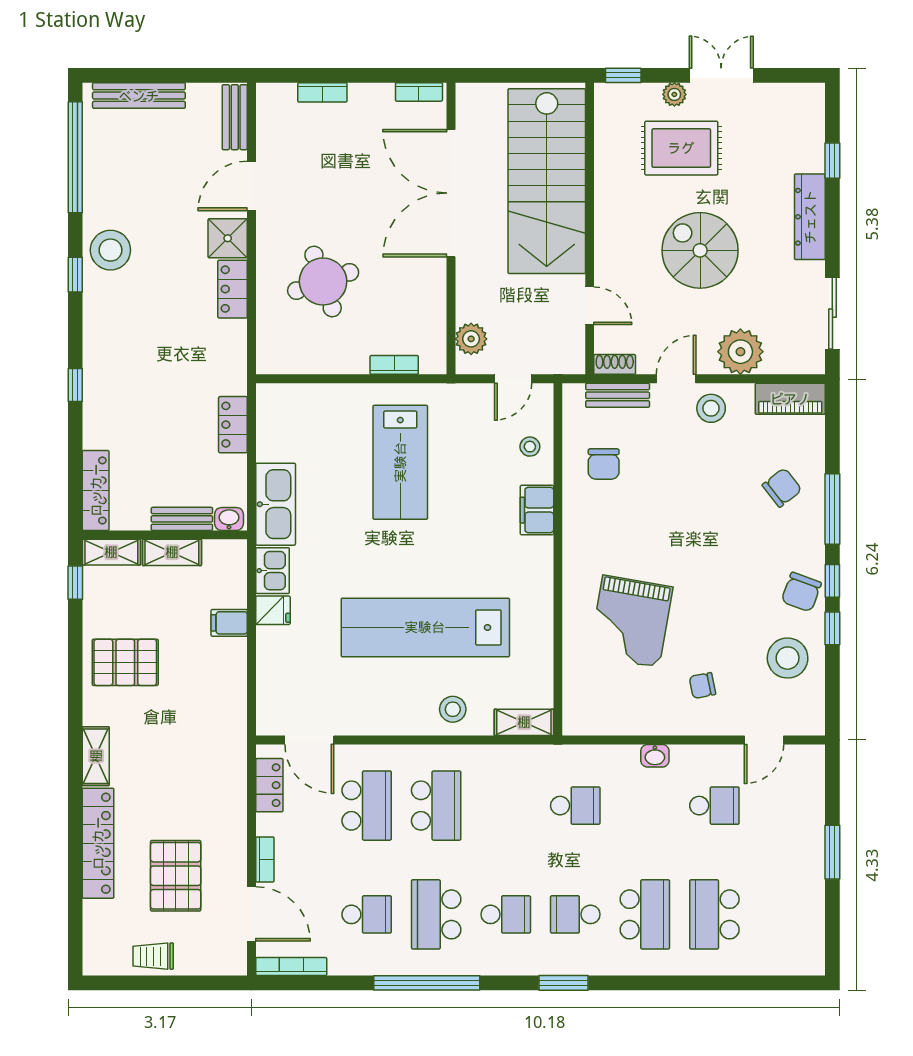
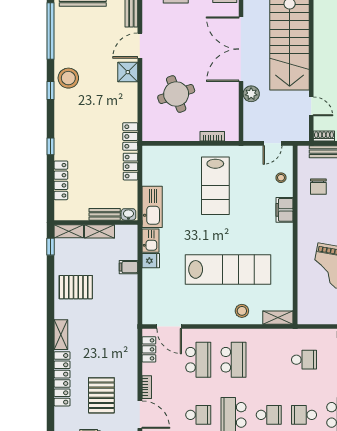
locker: (233, 289) -> (130, 136), moved
plant: (471, 339) -> (251, 94), moved
locker: (96, 490) -> (61, 180), moved
lab bench: (425, 627) -> (228, 269), turned 180

